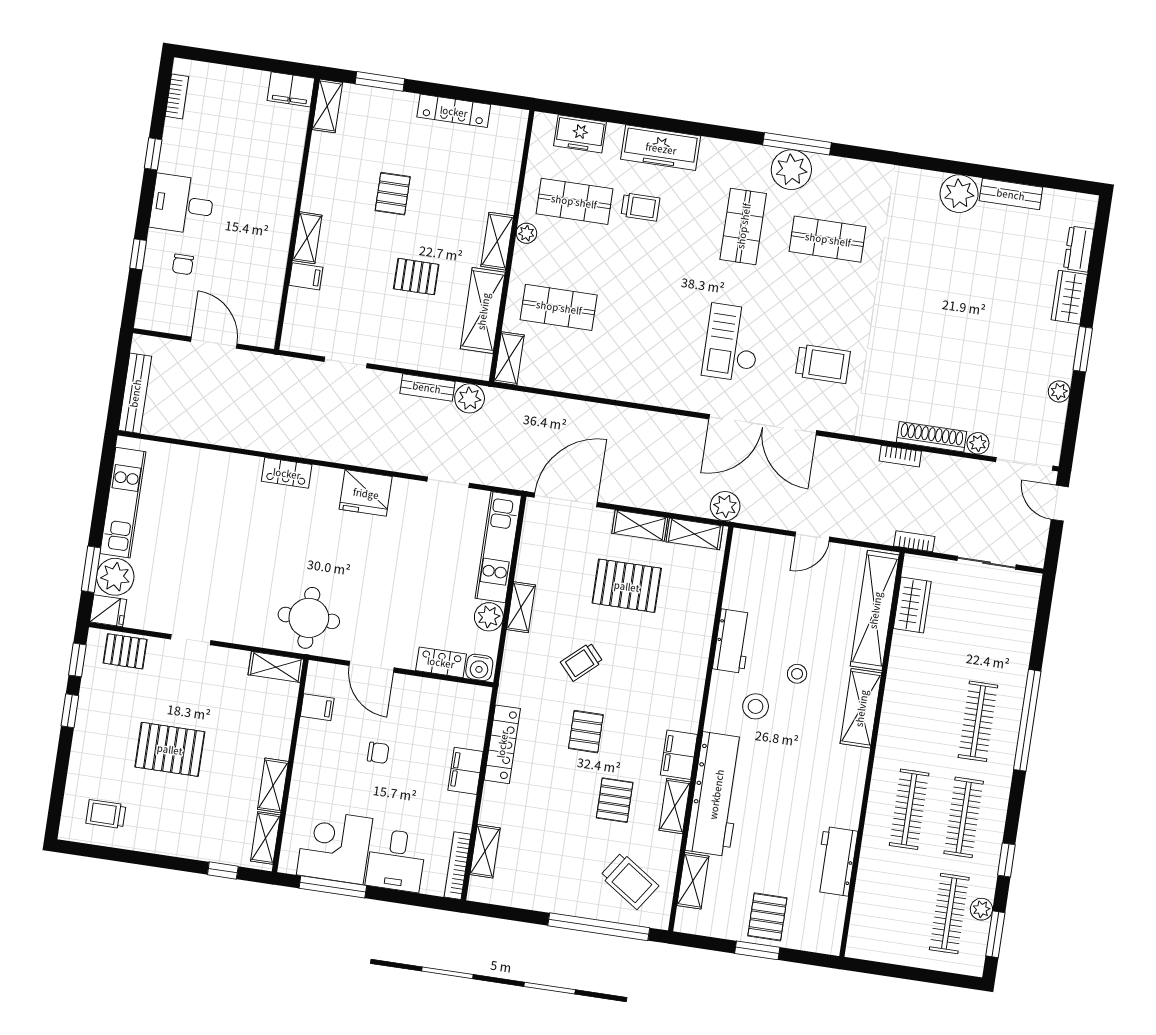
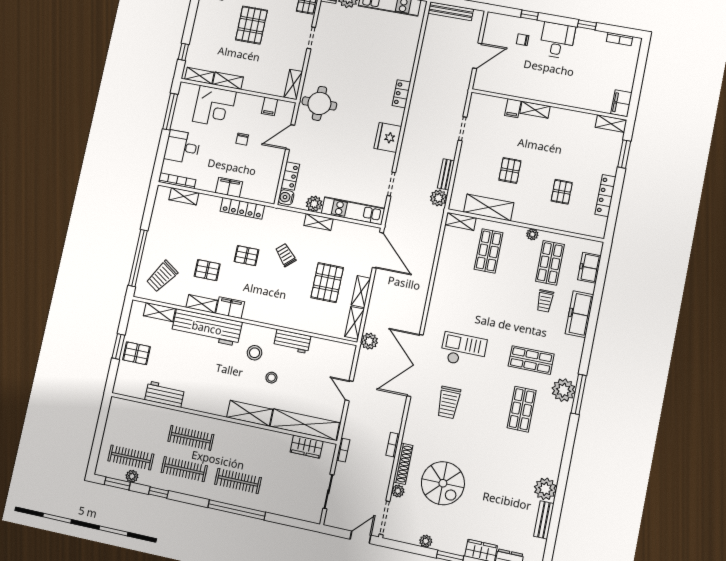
pallet: (393, 194) -> (562, 192), moved, turned 90
shelving: (497, 241) -> (529, 217), removed
spiral stairs: (960, 367) -> (443, 483), added
corner desk: (335, 847) -> (214, 107), moved, turned 90

